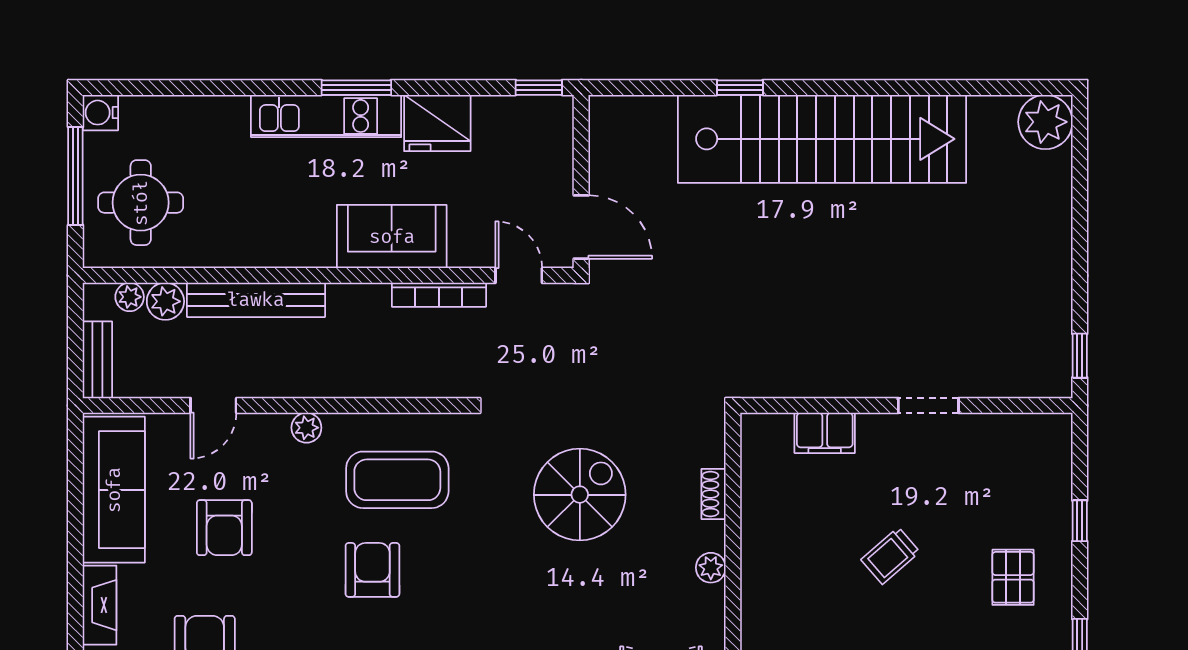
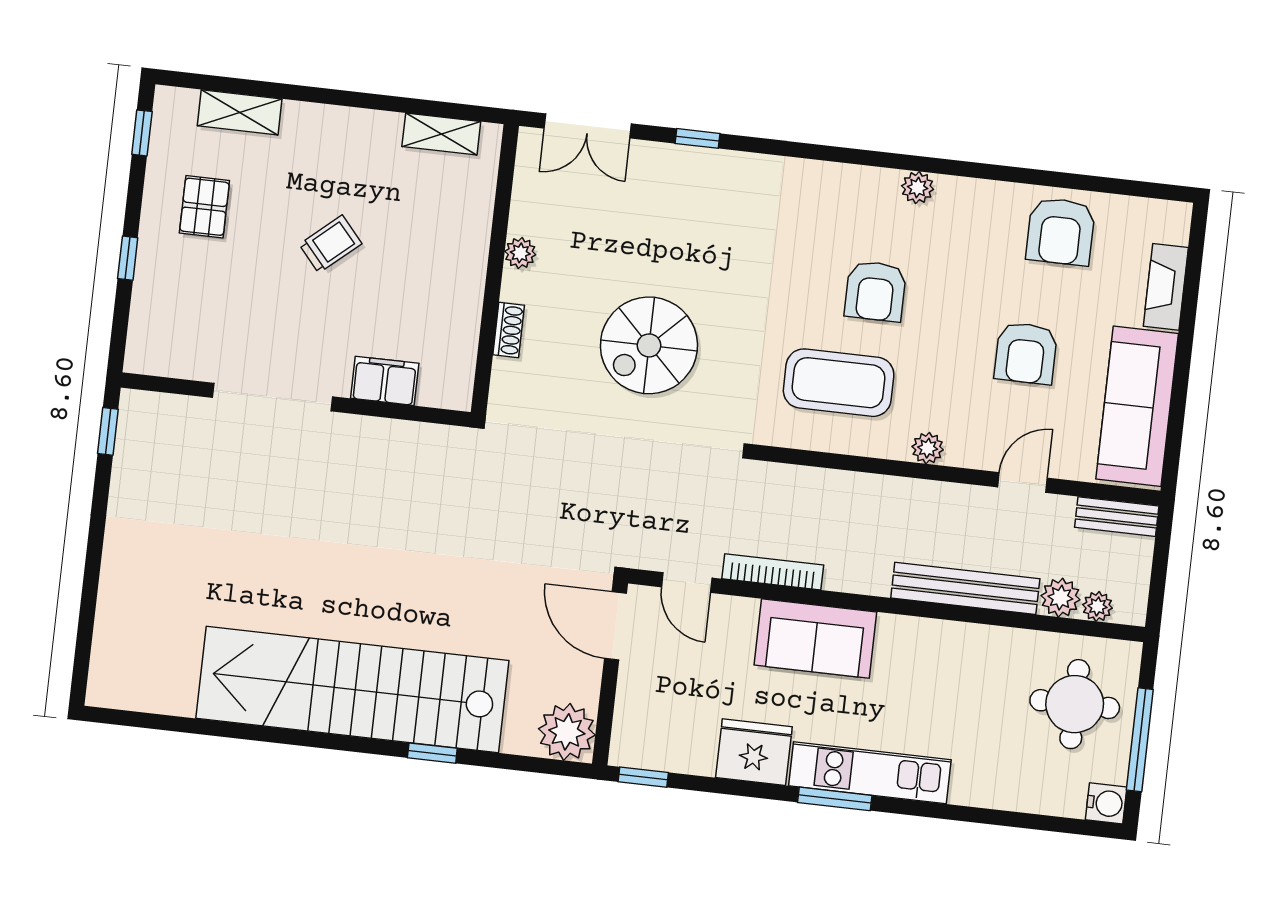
plant: (1045, 122) -> (567, 732), moved
bench: (97, 360) -> (1117, 517), moved, turned 90
doorway: (928, 405) -> (273, 397), width x1.87
armchair: (224, 528) -> (1026, 353), turned 180

